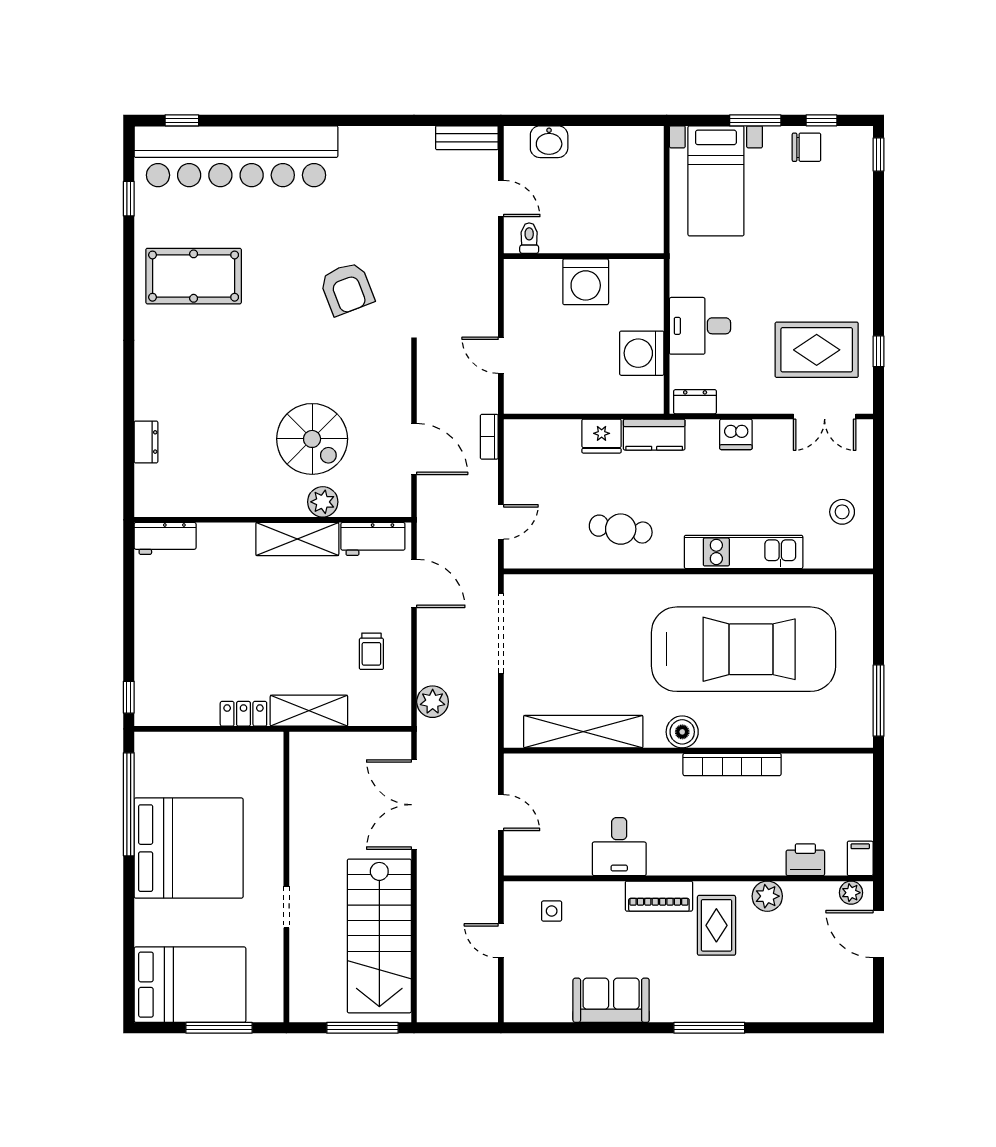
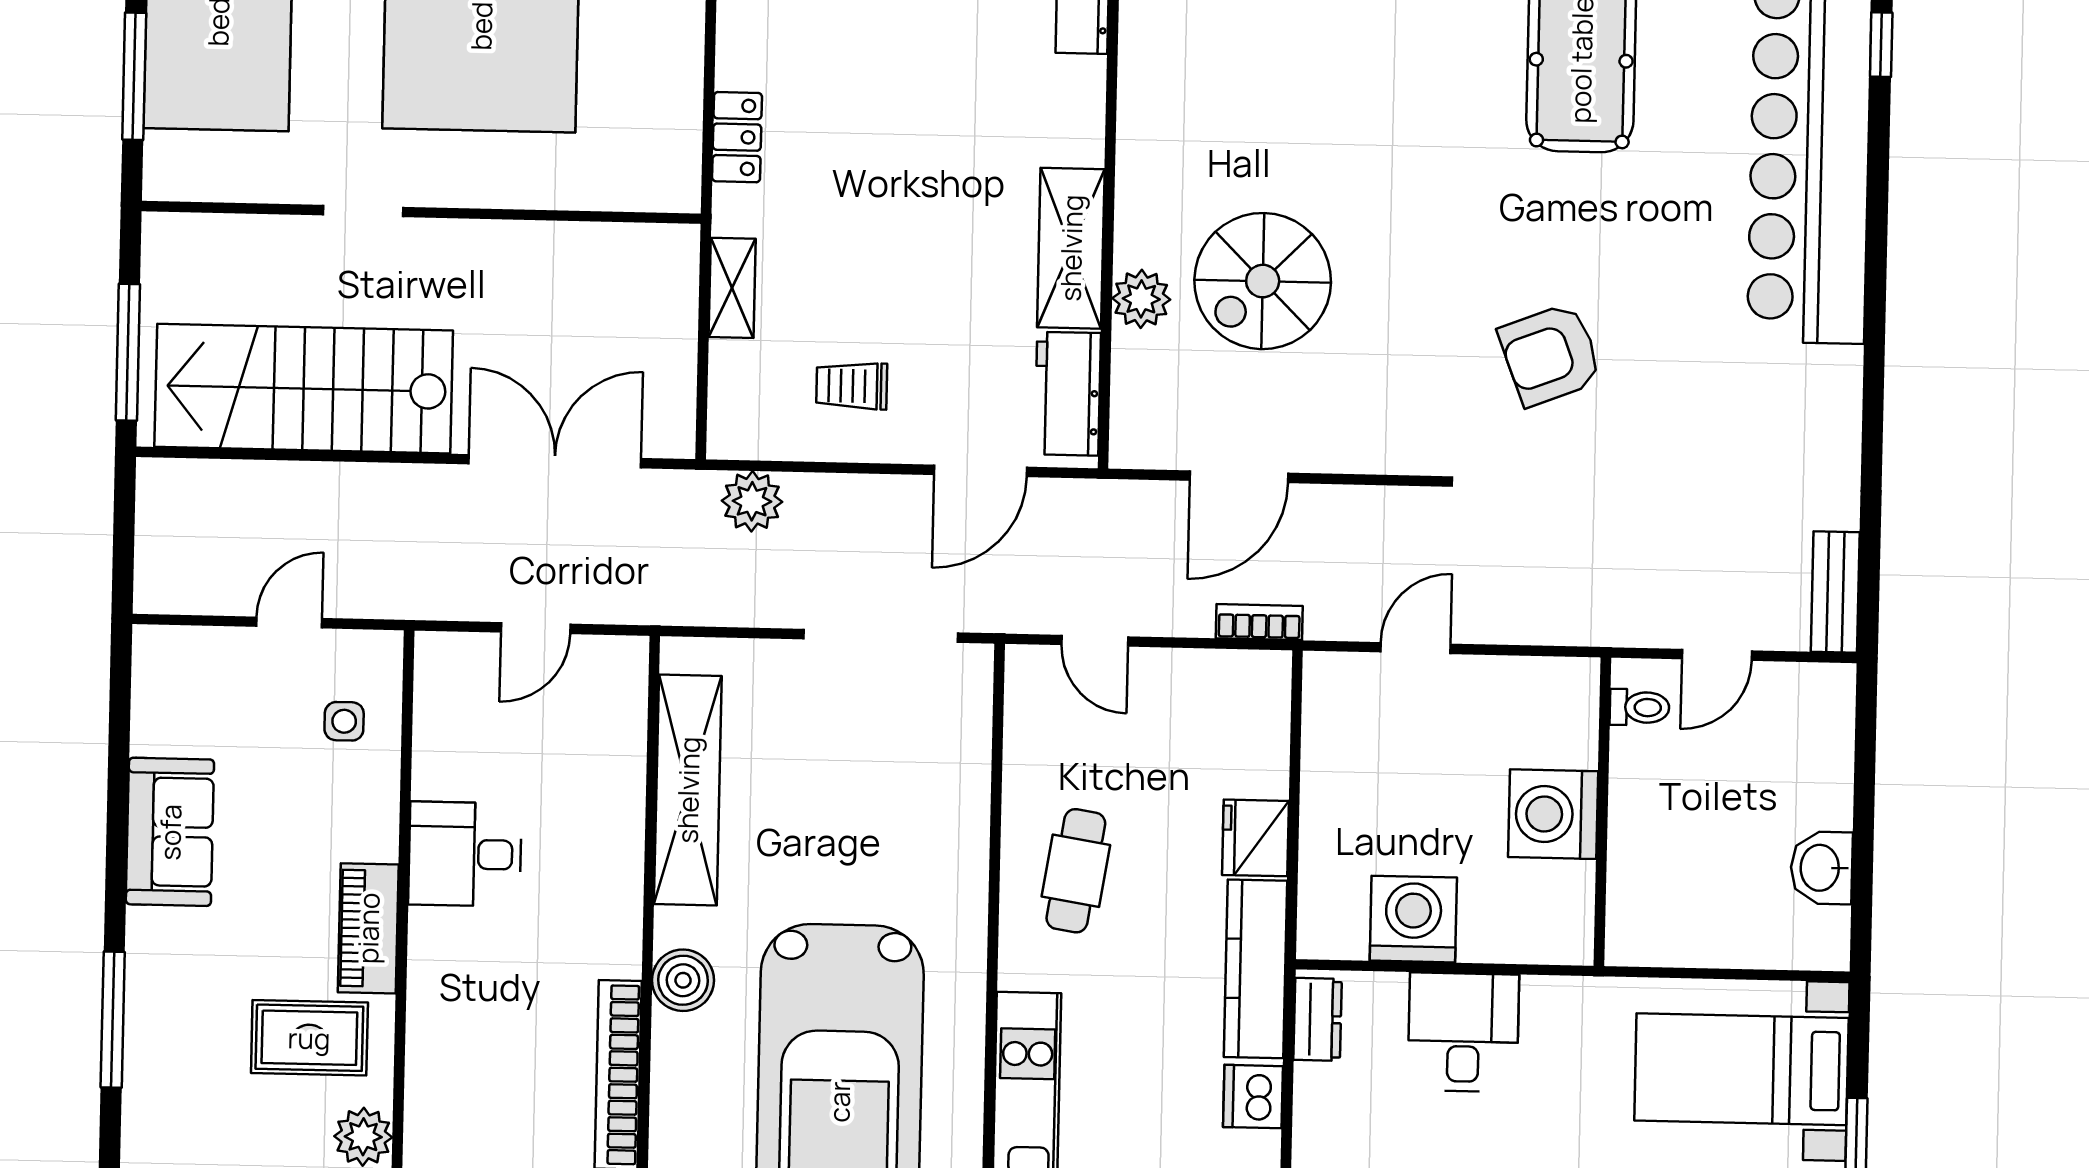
washbasin: (549, 142) -> (1822, 868), moved
kitchen counter: (654, 435) -> (1255, 969), width x1.50
shelving: (309, 711) -> (732, 288), width x0.67, depth x0.75

